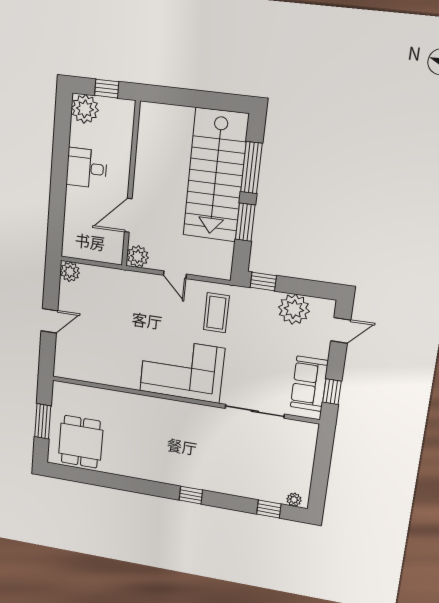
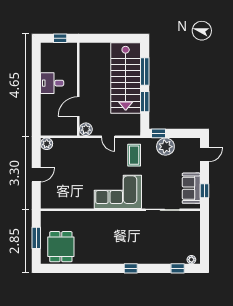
plant: (85, 109) -> (49, 51), removed
plant: (294, 309) -> (165, 147), moved

